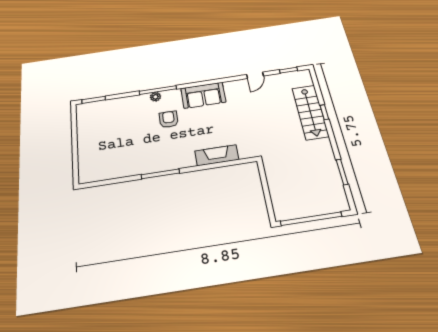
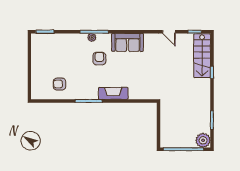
door: (255, 75) -> (169, 32), hinge flipped
stairs: (310, 112) -> (202, 56), moved
fireplace: (217, 155) -> (113, 93), moved
armchair: (117, 158) -> (60, 84), added
plant: (337, 202) -> (203, 140), added

